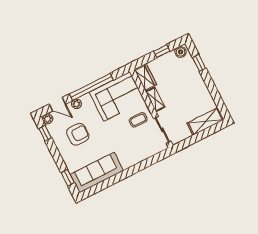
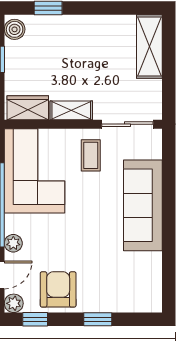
armchair: (78, 134) -> (58, 289), moved
sofa: (97, 173) -> (143, 205), moved
window: (68, 178) -> (98, 319), moved

